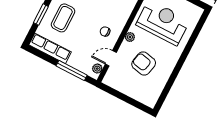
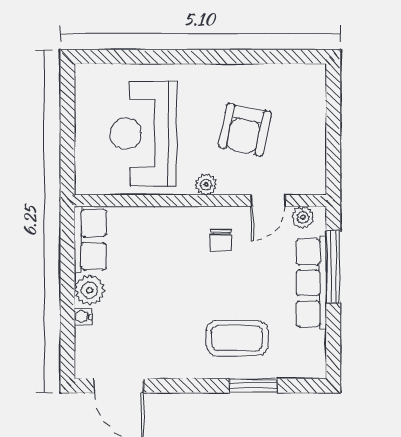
row of seats: (50, 48) -> (311, 283), moved
door: (111, 58) -> (268, 201), hinge flipped

